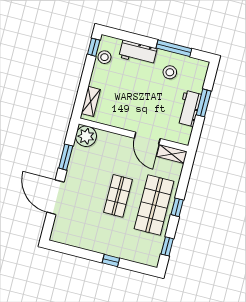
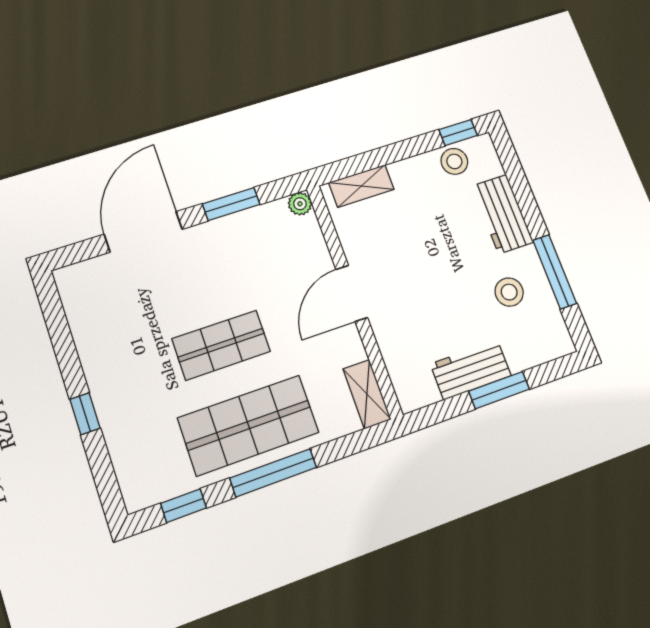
plant: (86, 136) -> (300, 204), width x0.53, depth x0.53
door: (147, 138) -> (352, 293), moved
window: (177, 207) -> (273, 473), width x2.17

